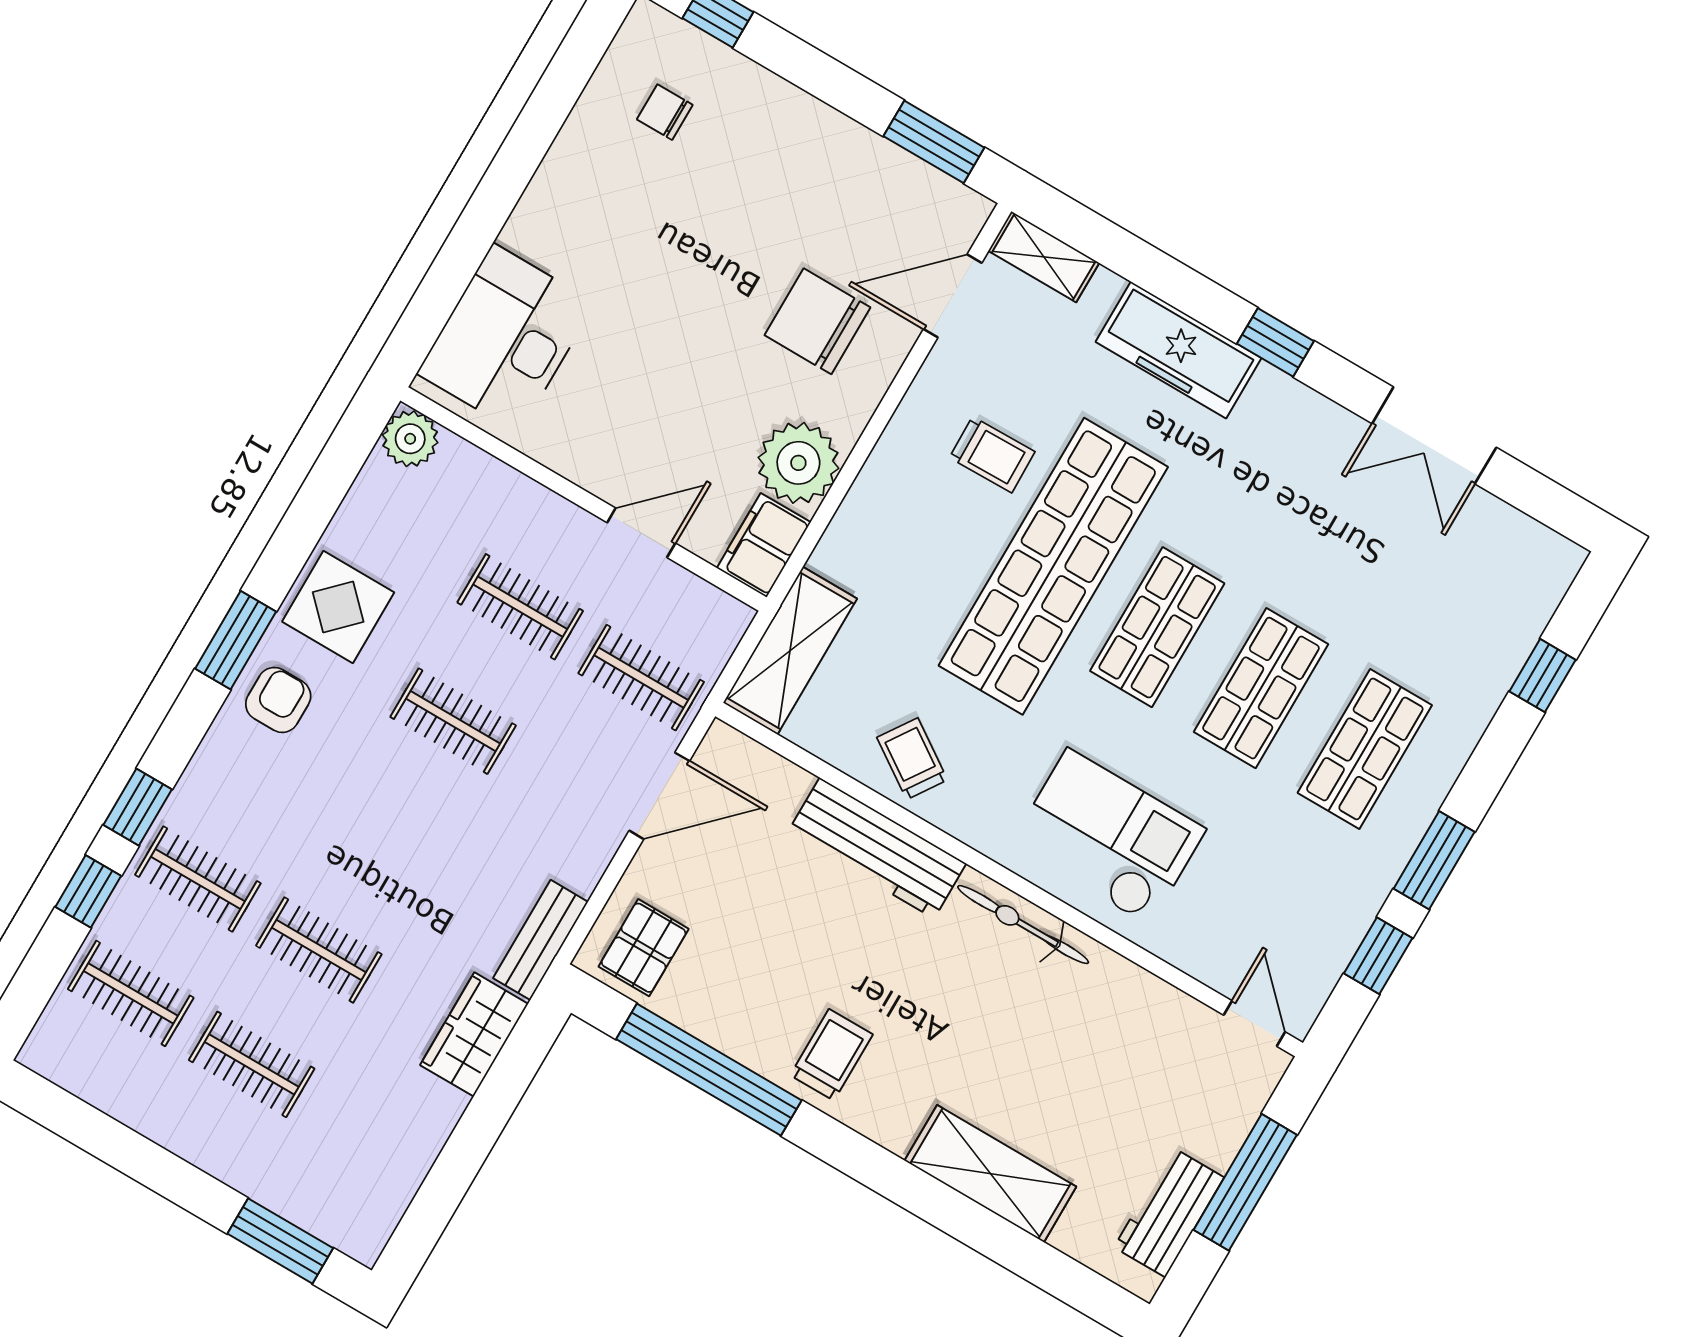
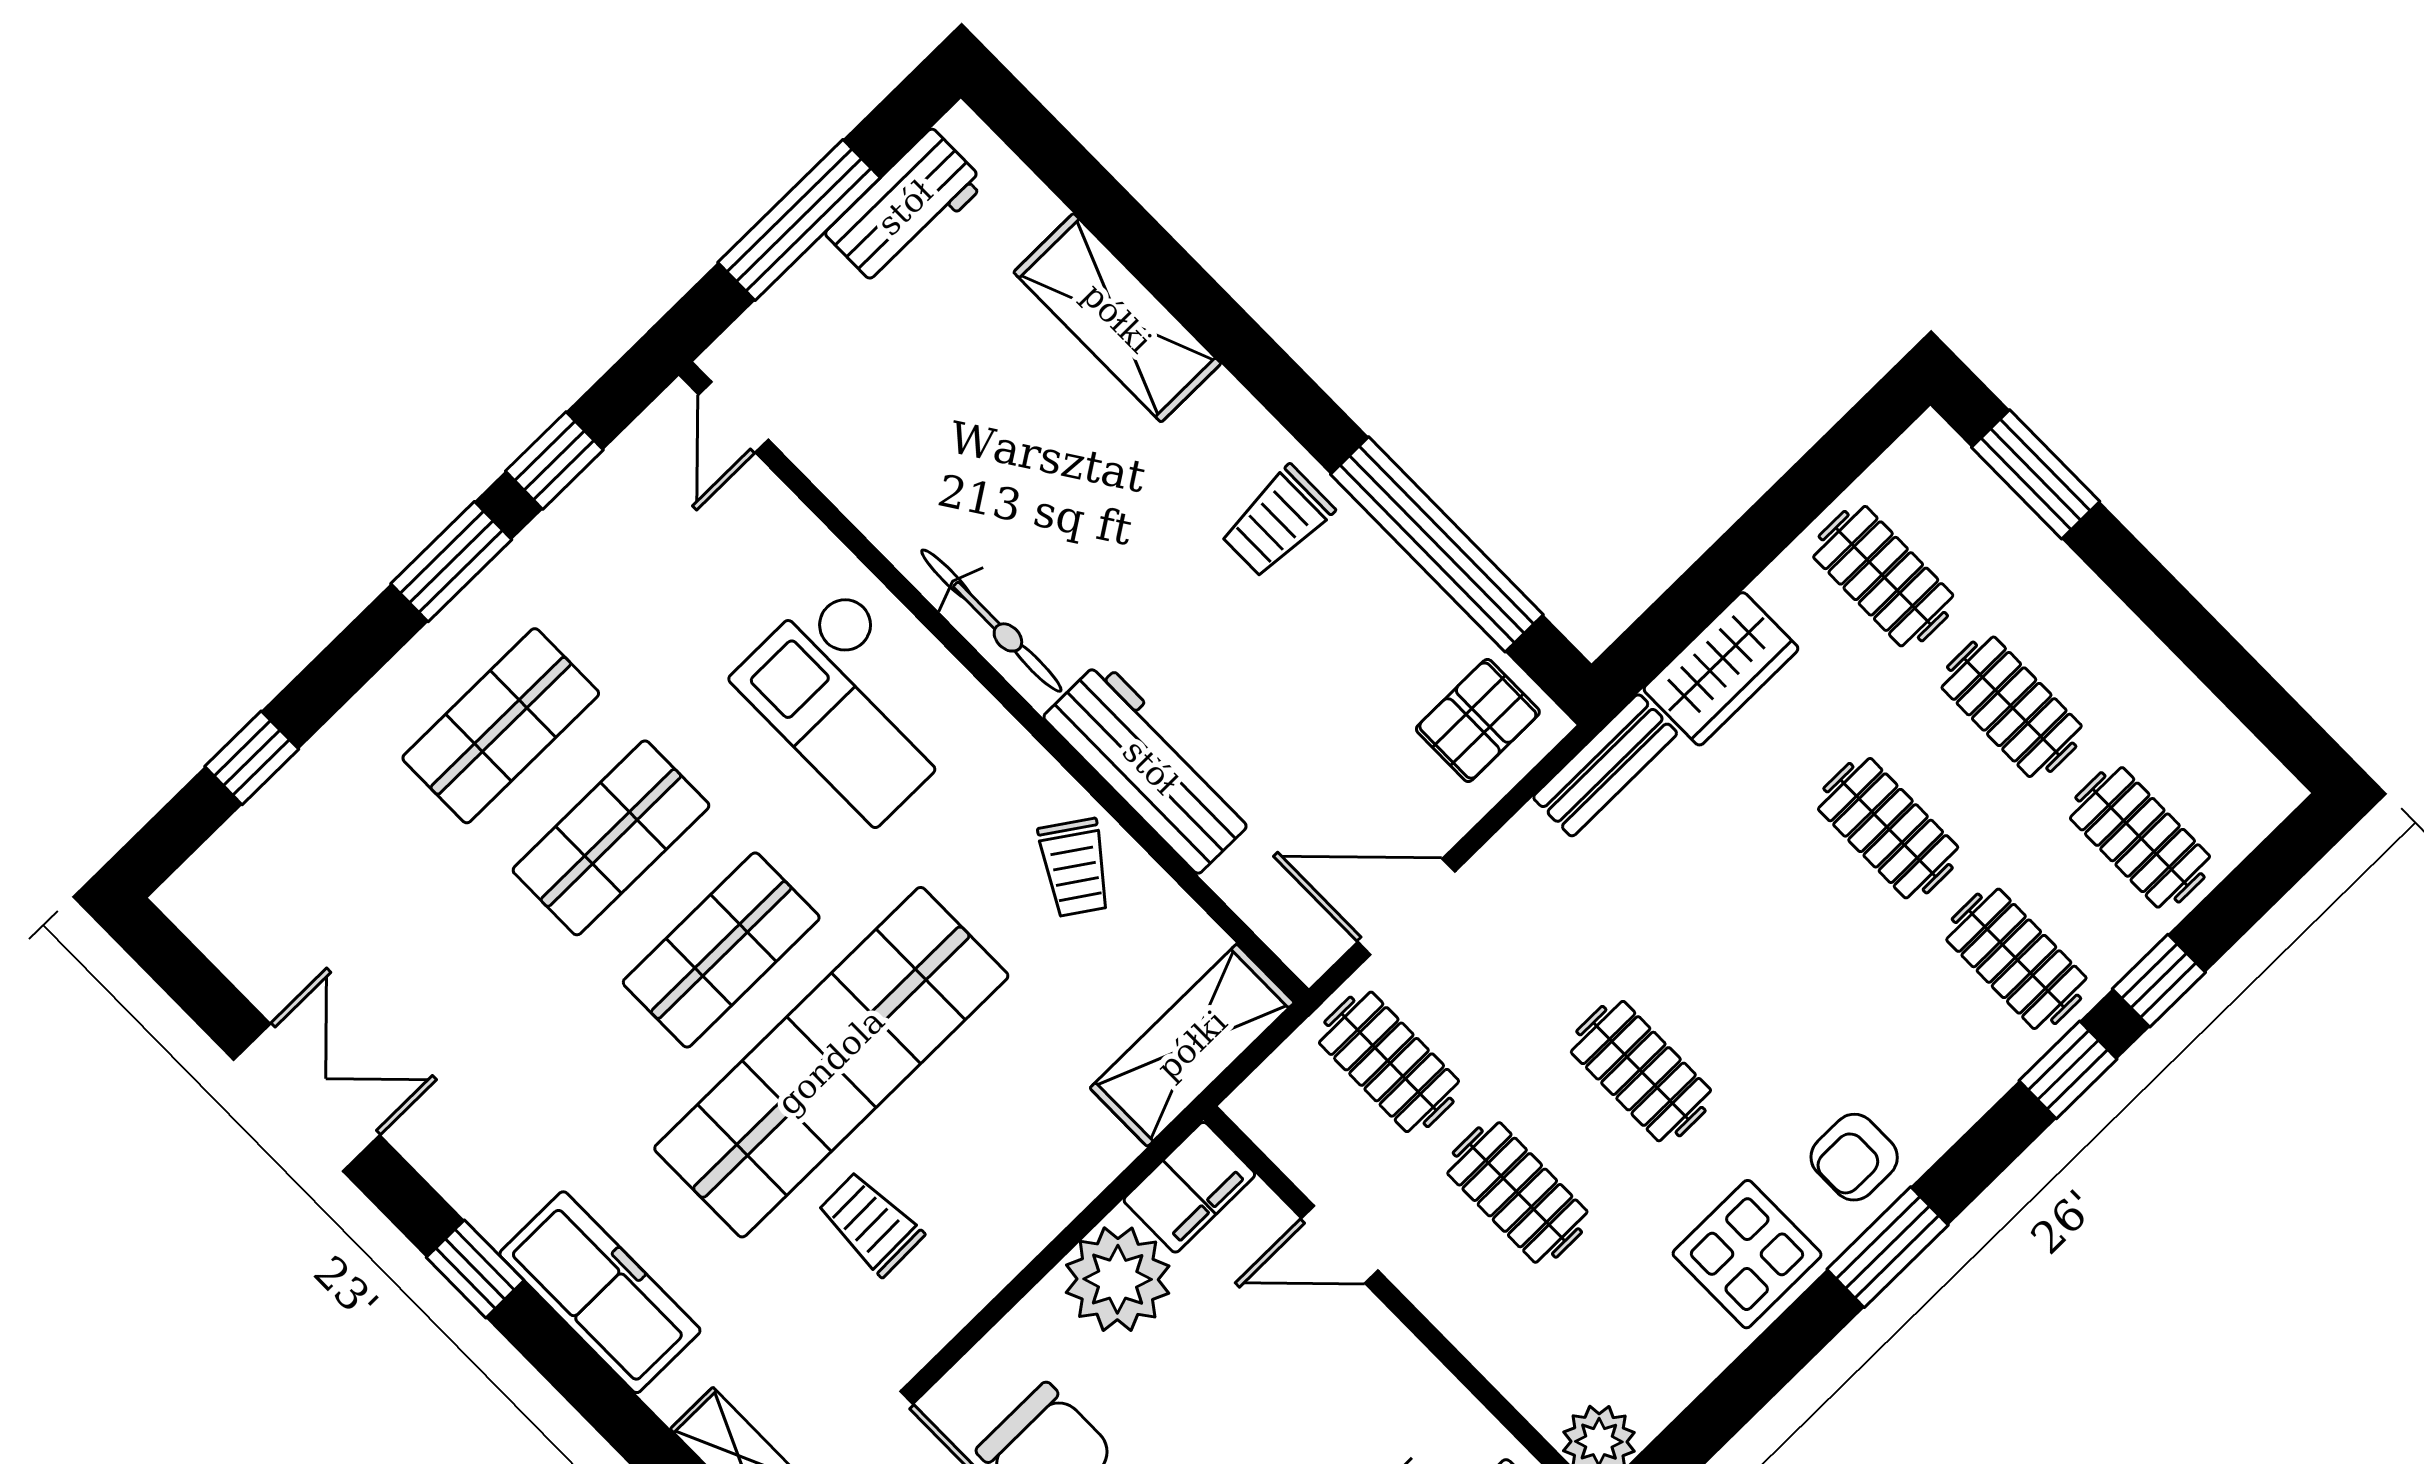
clothes rail: (373, 1135) -> (1883, 576), added

